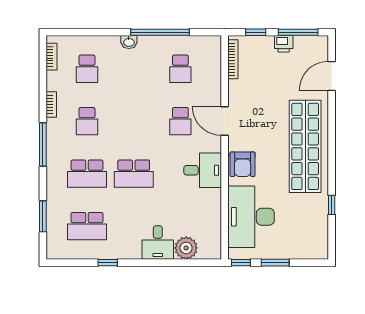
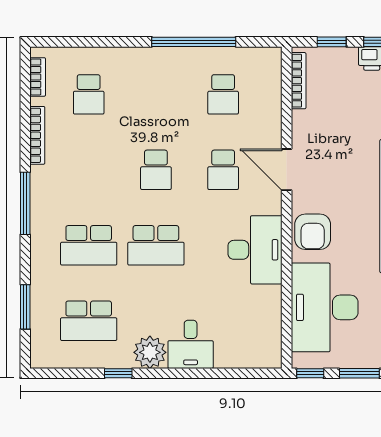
washbasin: (129, 42) -> (149, 56), removed
bookcase: (51, 104) -> (37, 135), width x1.56
school desk: (87, 121) -> (156, 170), moved
desk: (203, 170) -> (255, 250), width x1.37
plant: (186, 248) -> (150, 352), moved

